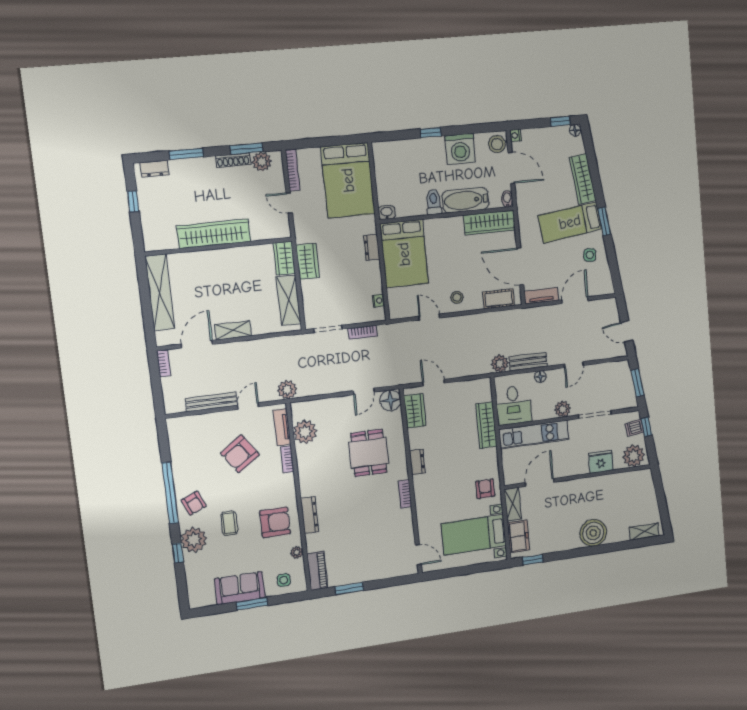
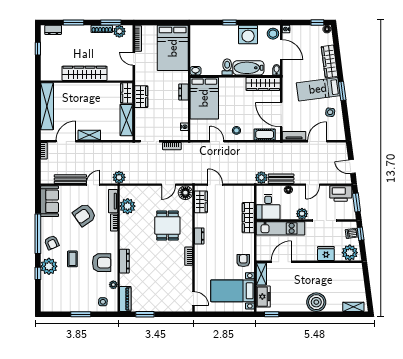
printer: (614, 373) -> (341, 194), added
sofa: (240, 588) -> (49, 201), moved, turned 90

